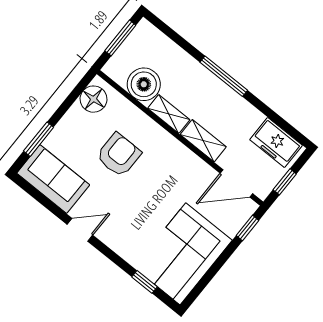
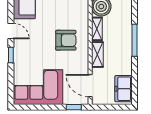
armchair: (119, 155) -> (66, 40), moved
window: (285, 182) -> (109, 107), removed
window: (144, 282) -> (11, 55), moved

